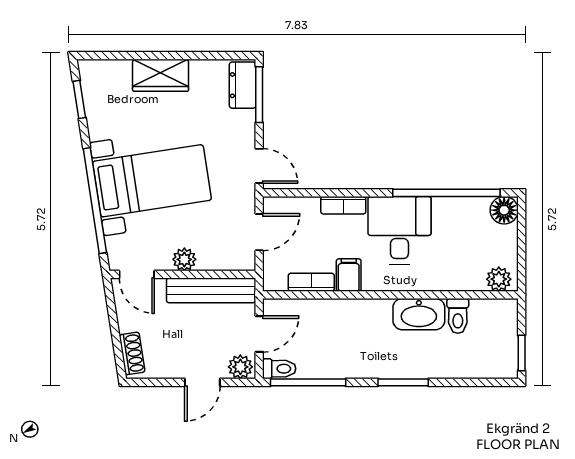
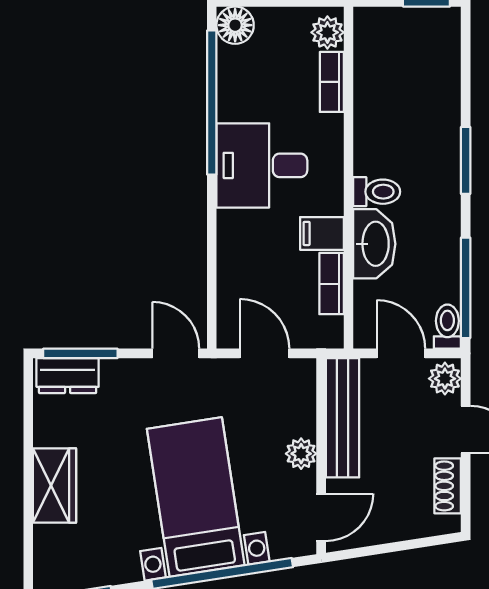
door: (259, 166) -> (176, 353), hinge flipped
bookcase: (343, 205) -> (332, 82), moved, turned 180
washbasin: (419, 314) -> (374, 244), moved
toilet: (458, 316) -> (377, 192), moved
shoe rack: (132, 353) -> (448, 486), moved, turned -81

